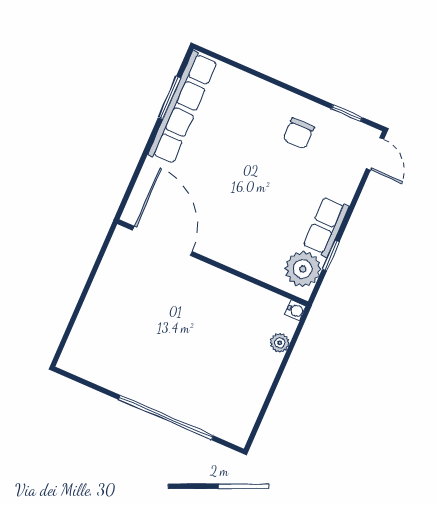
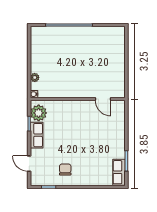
row of seats: (183, 108) -> (119, 172), width x0.50
door: (375, 154) -> (29, 164), moved
door: (162, 241) -> (103, 99), width x0.53

